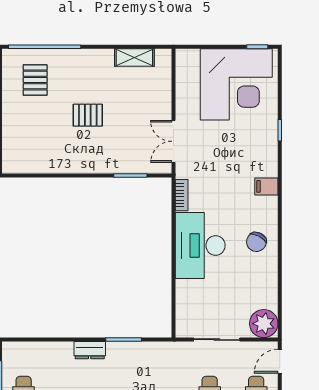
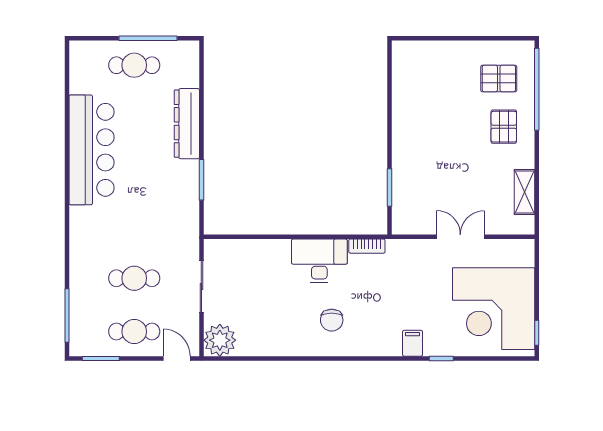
pallet: (88, 115) -> (504, 127), moved
double door: (173, 141) -> (460, 237), moved
filing cabinet: (266, 186) -> (413, 343), moved
chair: (256, 242) -> (332, 320), moved, turned -118
desk: (200, 245) -> (319, 261), width x0.73, depth x0.77
dresser: (90, 350) -> (187, 124), width x1.96, depth x1.24

